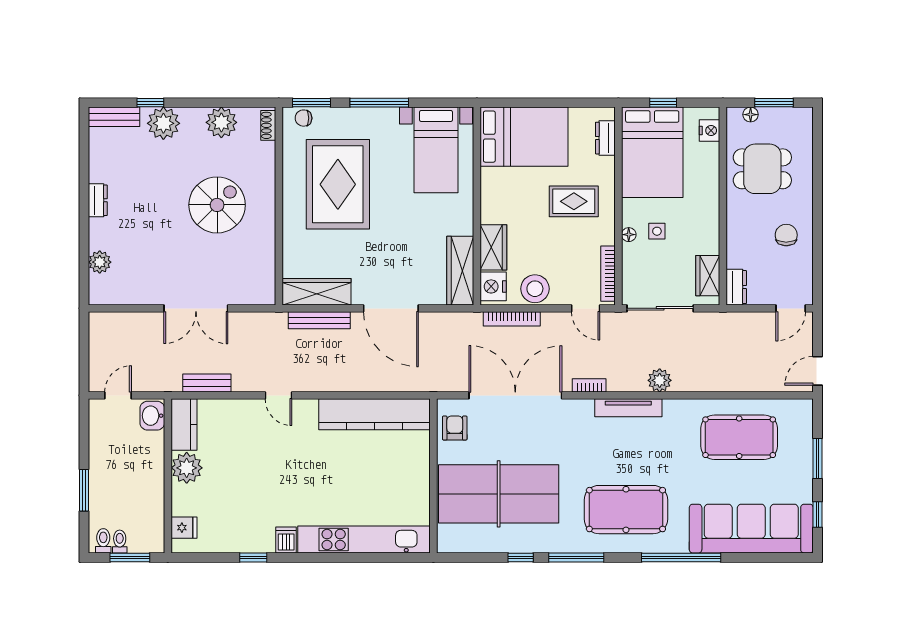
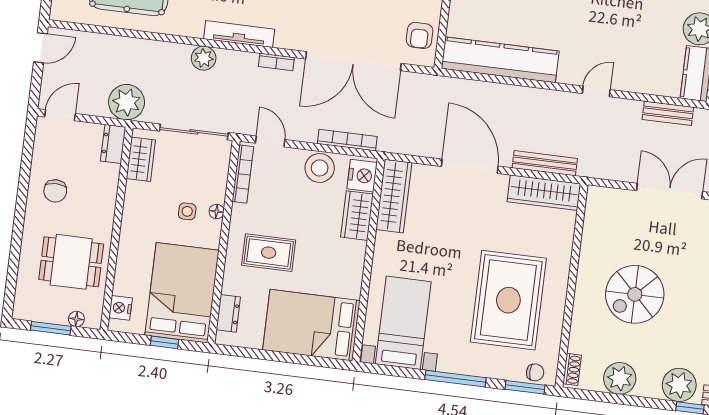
plant: (728, 329) -> (127, 102), added
door: (278, 395) -> (596, 91), hinge flipped

